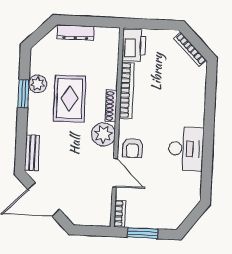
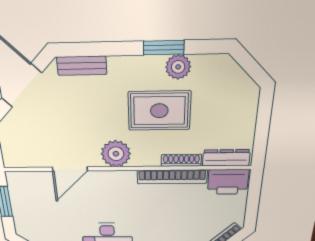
dresser: (75, 33) -> (226, 158), moved, turned 90
shoe rack: (111, 106) -> (181, 160), moved
armchair: (133, 148) -> (102, 187), removed
bookcase: (120, 214) -> (22, 177), removed

